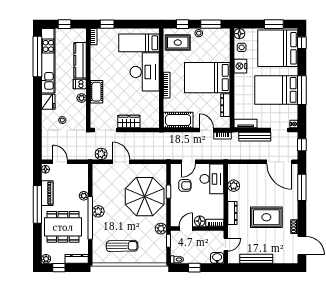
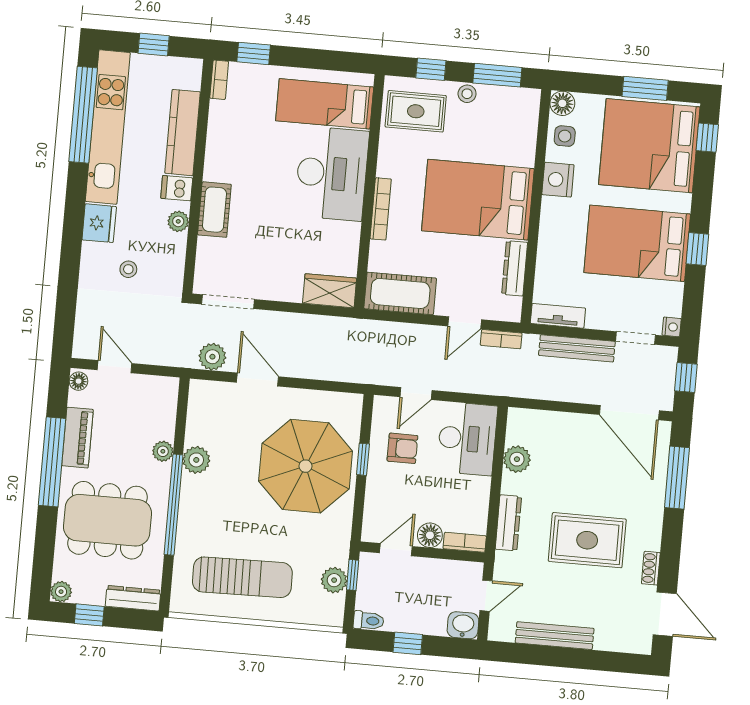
window: (302, 90) -> (697, 249), width x0.46
wardrobe: (129, 122) -> (330, 291), moved
door: (206, 130) -> (465, 323), swing flipped
plant: (98, 211) -> (196, 460), moved
plant: (161, 229) -> (334, 580), moved
sun lounger: (122, 246) -> (242, 577), width x1.36, depth x1.34

